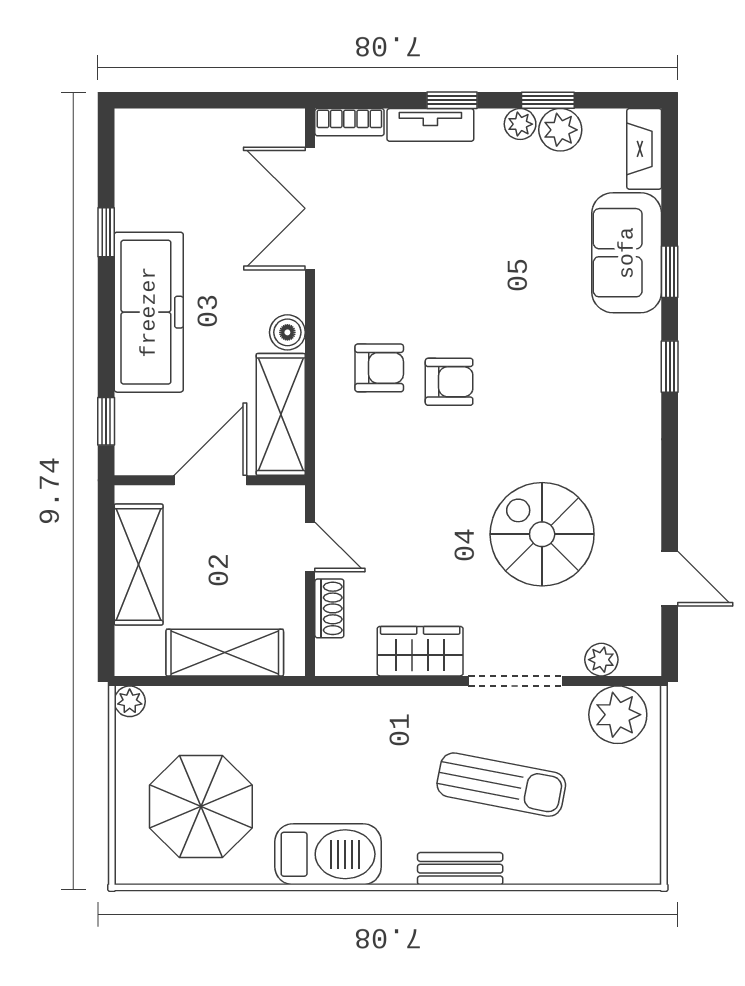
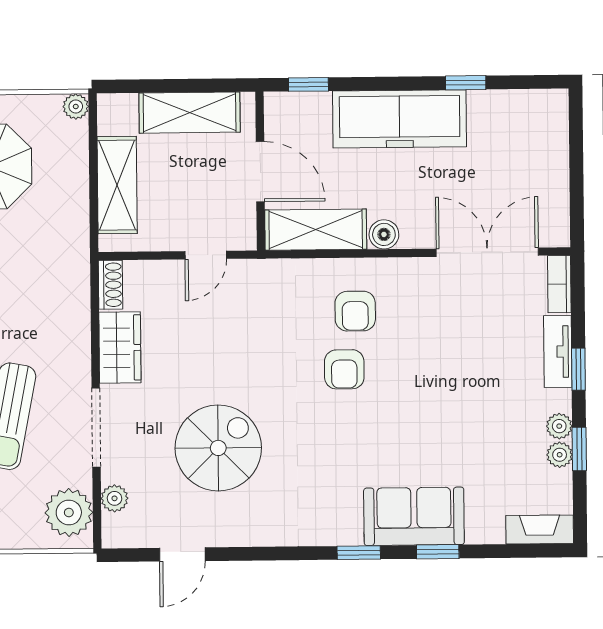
plant: (560, 130) -> (560, 455), width x0.73, depth x0.73
sofa: (627, 253) -> (414, 516), moved
shoe rack: (329, 608) -> (111, 285), moved, turned -90

